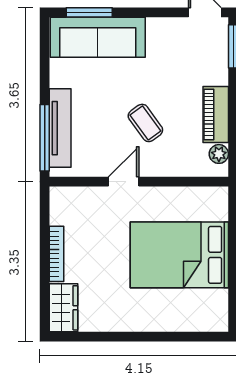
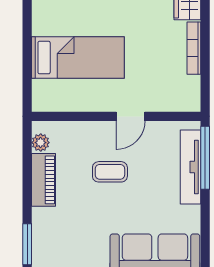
coffee table: (145, 123) -> (110, 172), turned -54
bed: (179, 255) -> (78, 58), width x0.67

